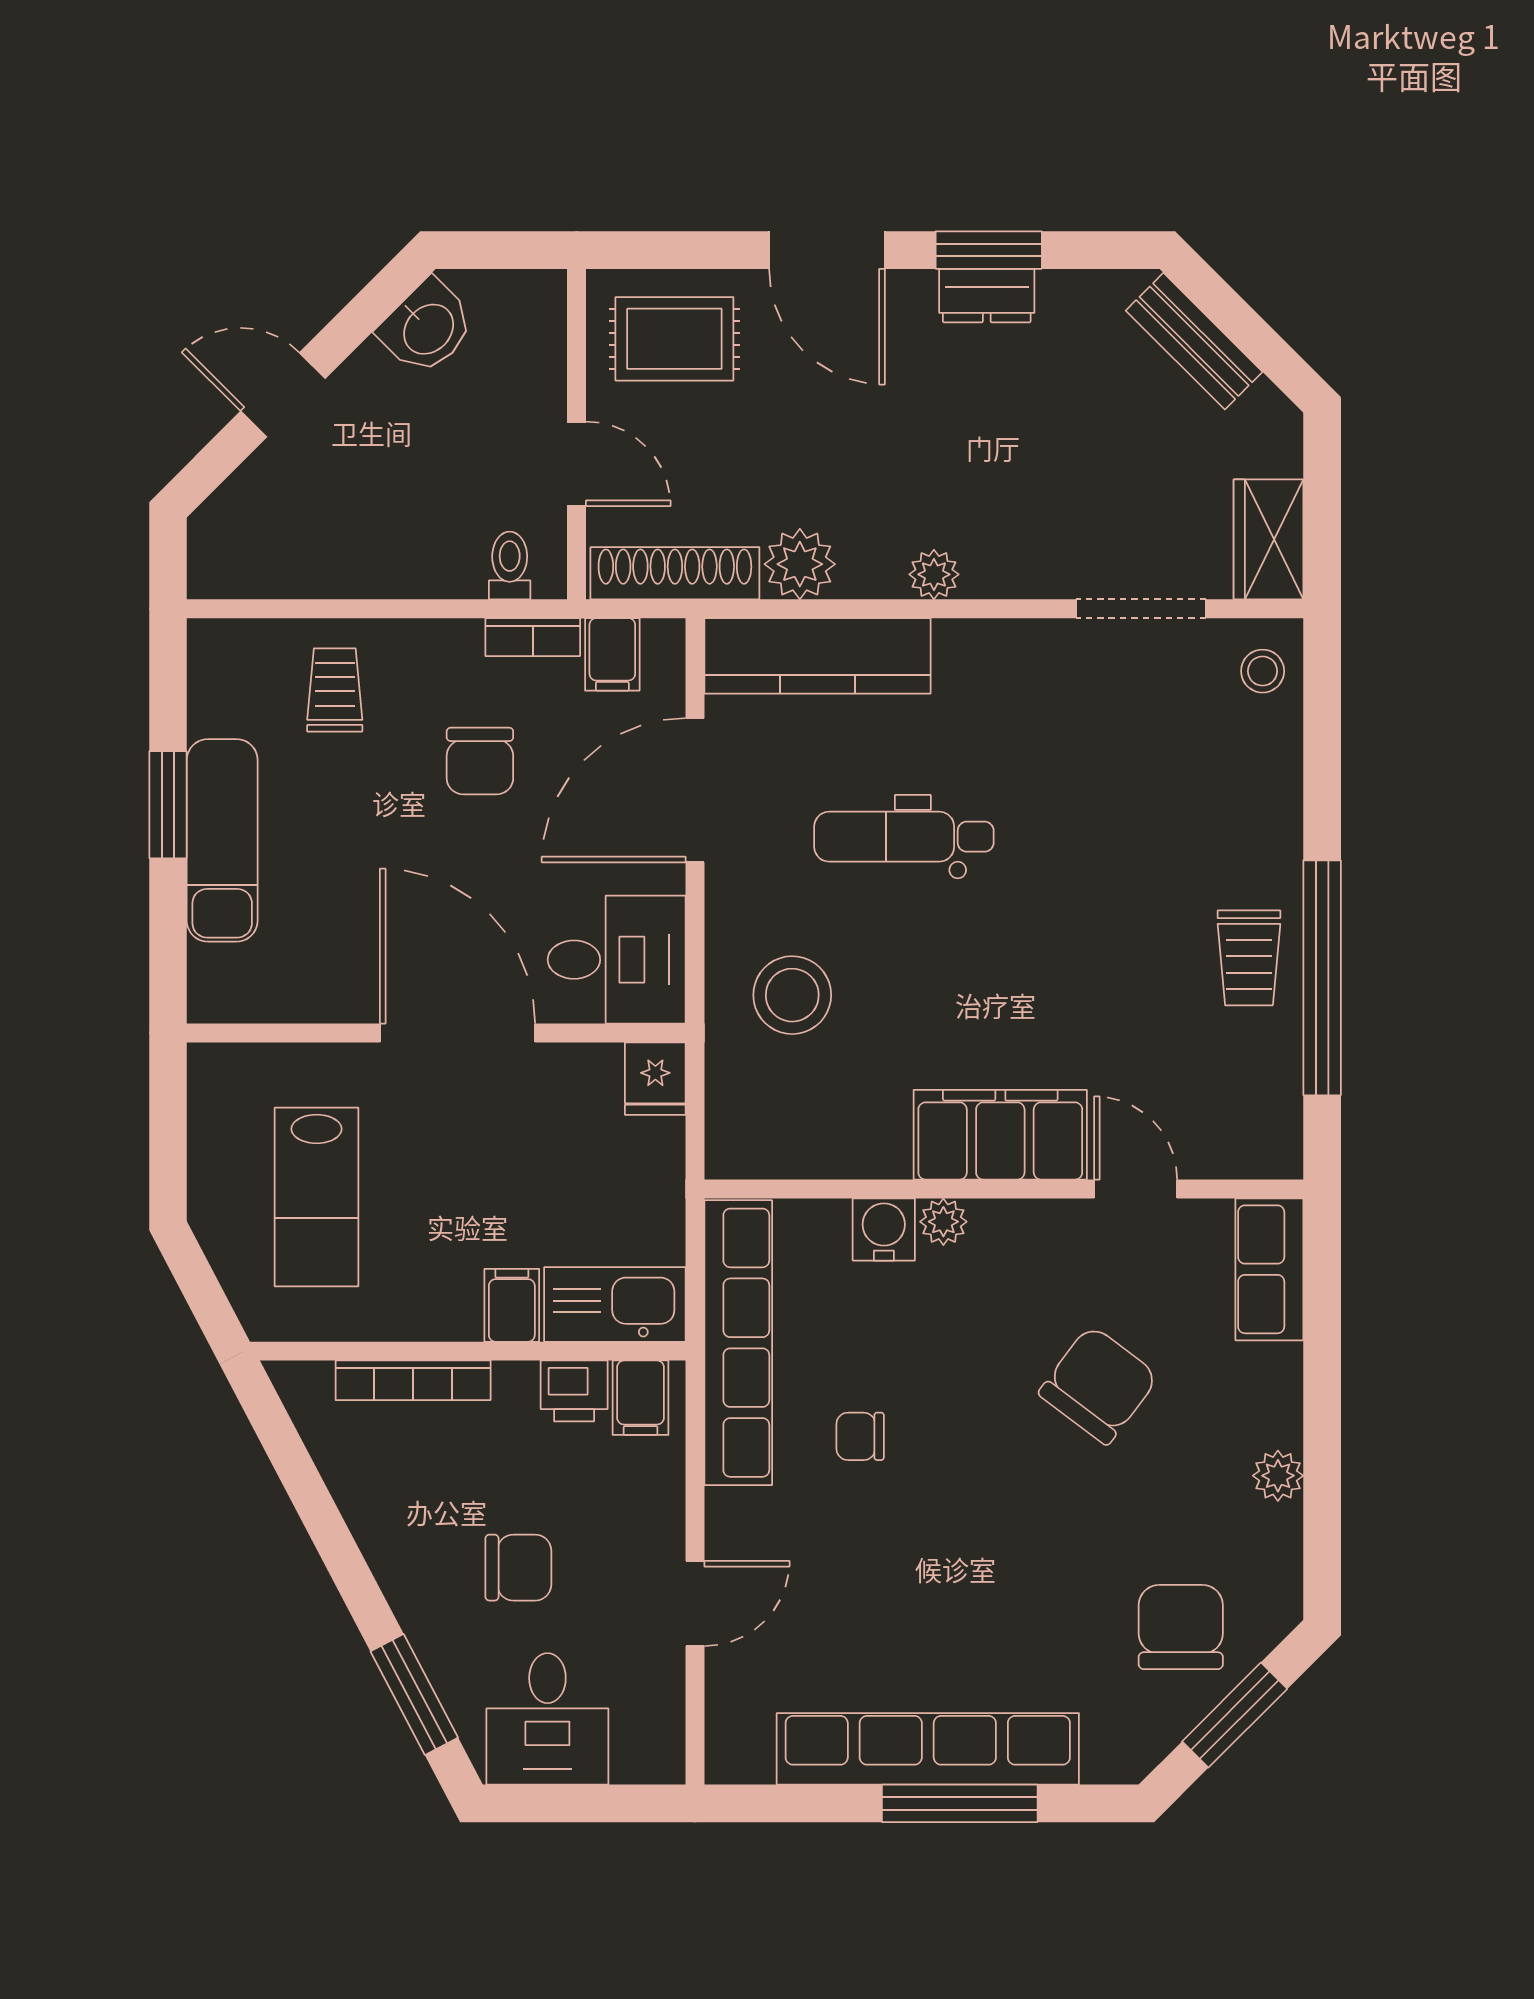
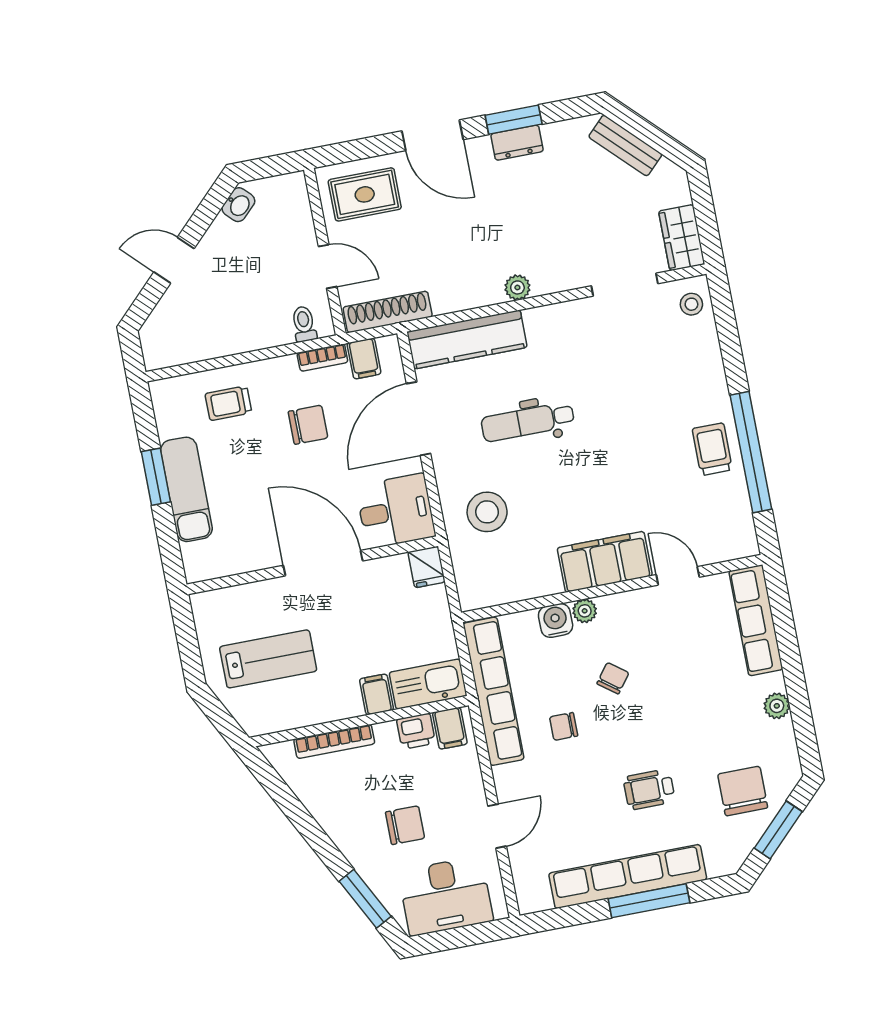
washbasin: (427, 328) -> (238, 205), width x0.72, depth x0.69
plant: (800, 564) -> (449, 295), removed
trolley: (335, 690) -> (228, 403), turned -90
chair: (480, 761) -> (308, 425), turned -90
trolley: (1249, 958) -> (712, 449), turned 180
lab bench: (317, 1197) -> (268, 659), turned -90
row of seats: (1269, 1269) -> (756, 620), width x1.48
chair: (1099, 1385) -> (613, 678), moved, width x0.54, depth x0.54
wheelchair: (1001, 1589) -> (649, 789), added
desk: (547, 1719) -> (446, 896), width x1.37

